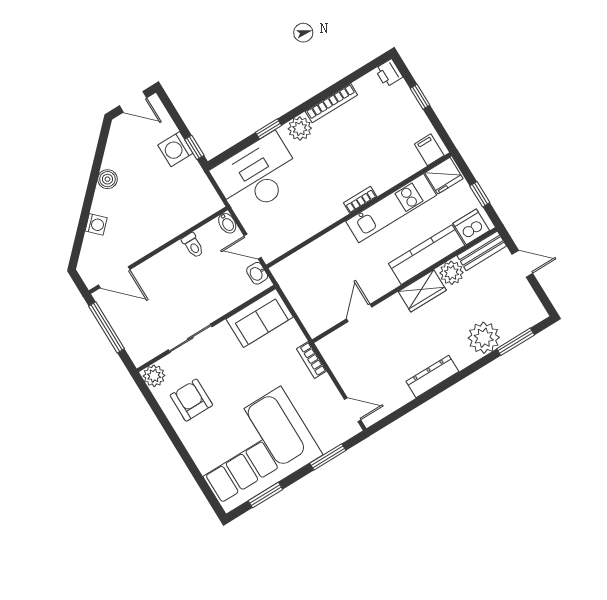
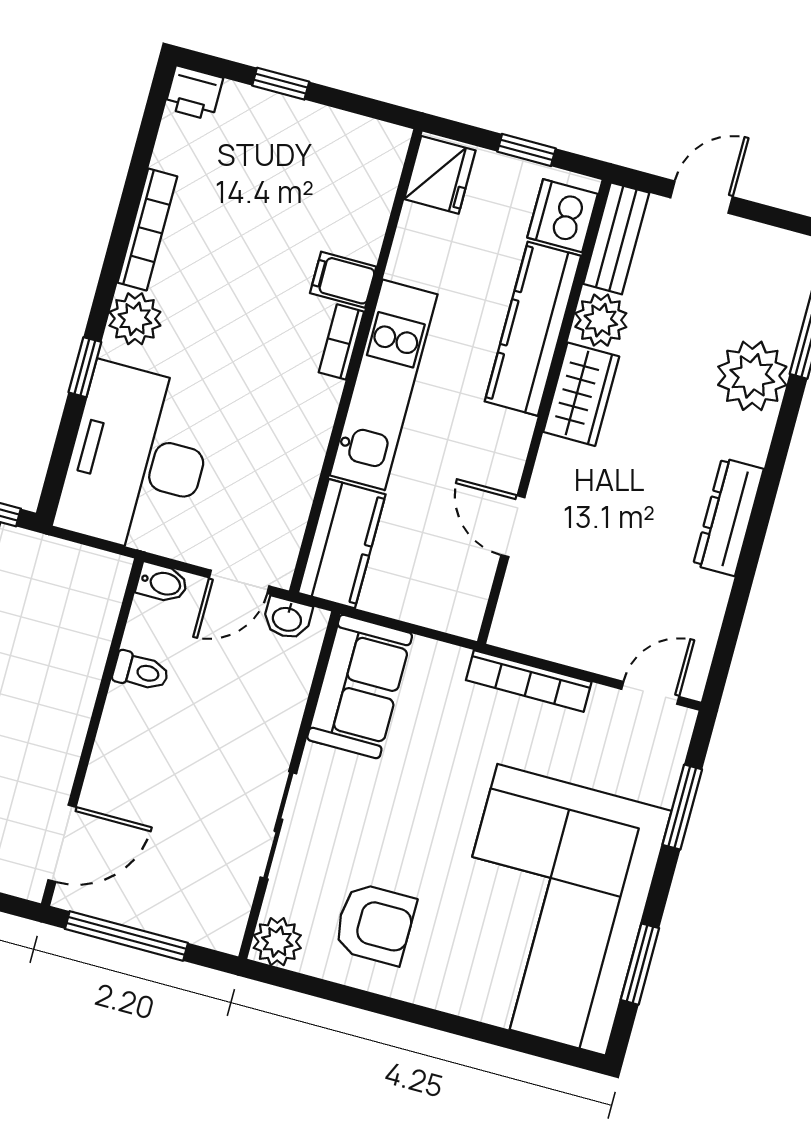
filing cabinet: (429, 150) -> (343, 280), moved
kitchen unit: (391, 208) -> (384, 385), moved
kitchen counter: (298, 266) -> (342, 544), added
bookcase: (311, 360) -> (529, 681), width x1.56
armchair: (191, 400) -> (375, 924), turned 180

